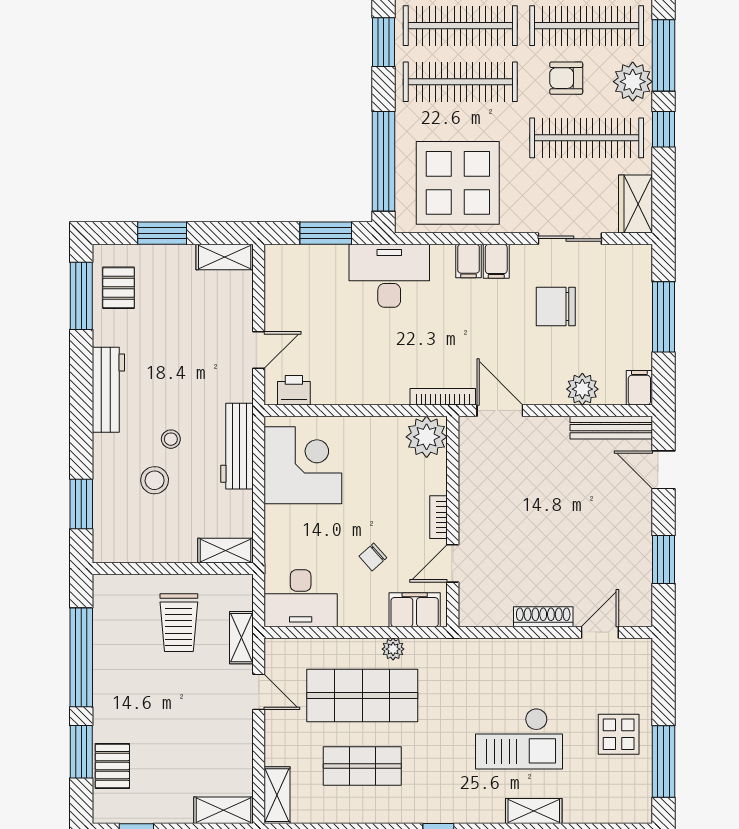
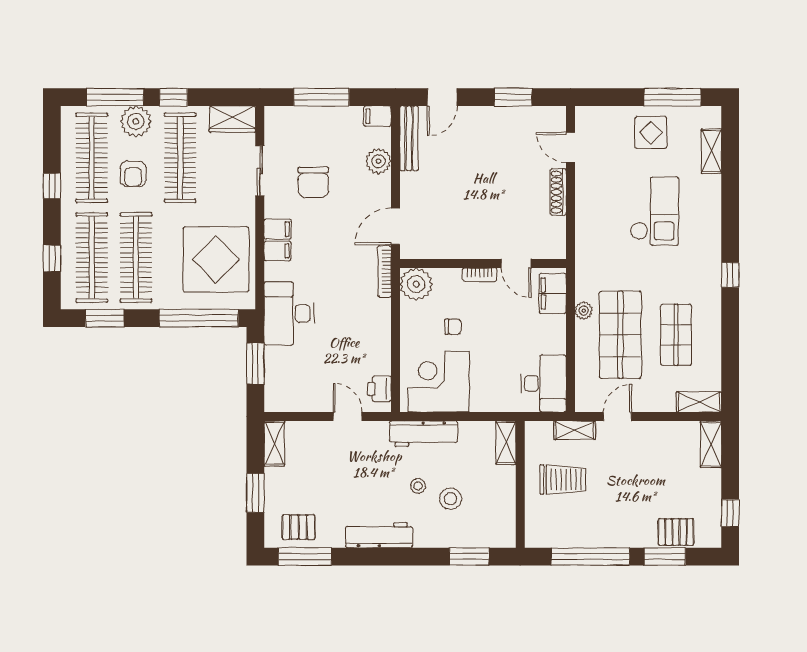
chair: (373, 557) -> (453, 327), moved, turned -48
shelving: (534, 811) -> (711, 151), moved

